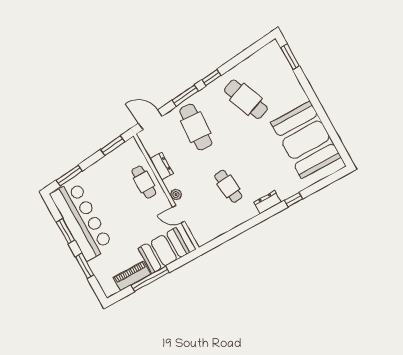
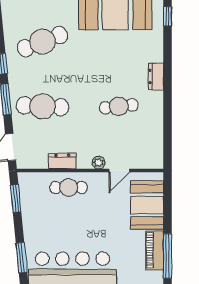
window: (294, 200) -> (168, 16), moved
window: (150, 279) -> (168, 256), moved

